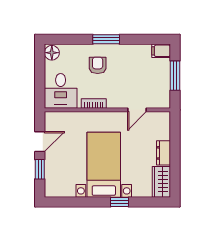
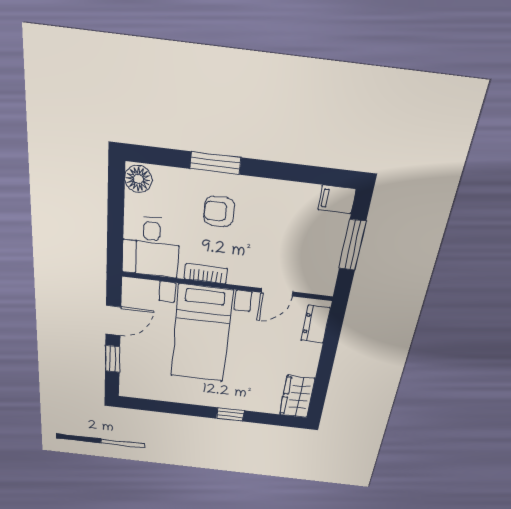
window: (106, 39) -> (215, 163), moved
armchair: (98, 65) -> (219, 211), turned -90
dresser: (163, 153) -> (316, 324), moved
bed with nightstands: (104, 165) -> (201, 334), moved, turned 180

